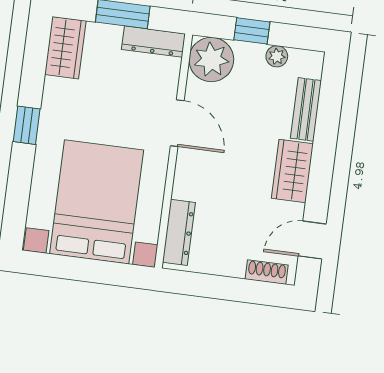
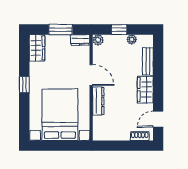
dresser: (153, 42) -> (80, 40), width x0.70
plant: (211, 60) -> (98, 40), width x0.53, depth x0.53
dresser: (179, 232) -> (98, 101), moved

